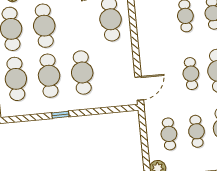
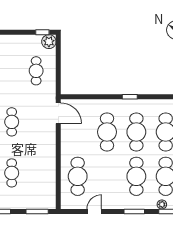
door: (139, 88) -> (58, 113), swing flipped
cafe table: (196, 131) -> (12, 71), removed

